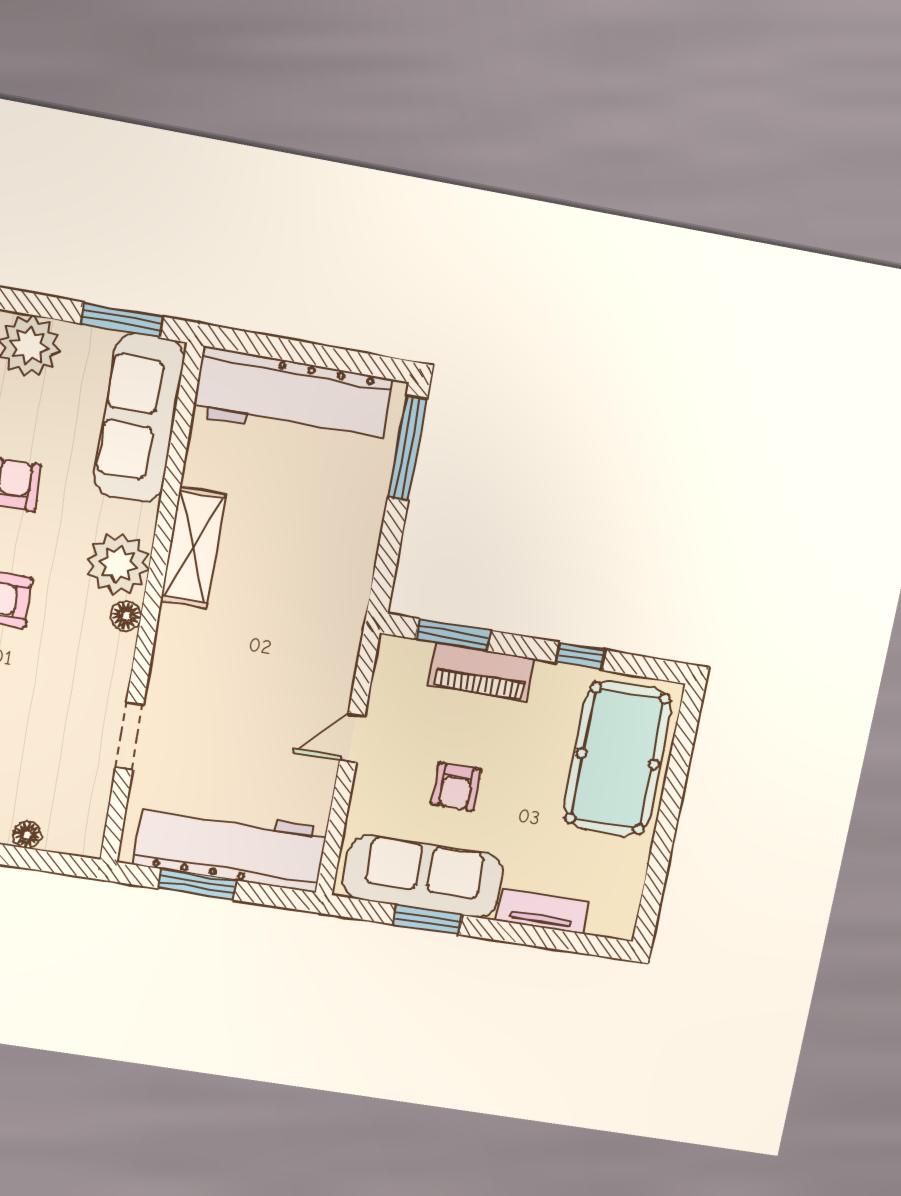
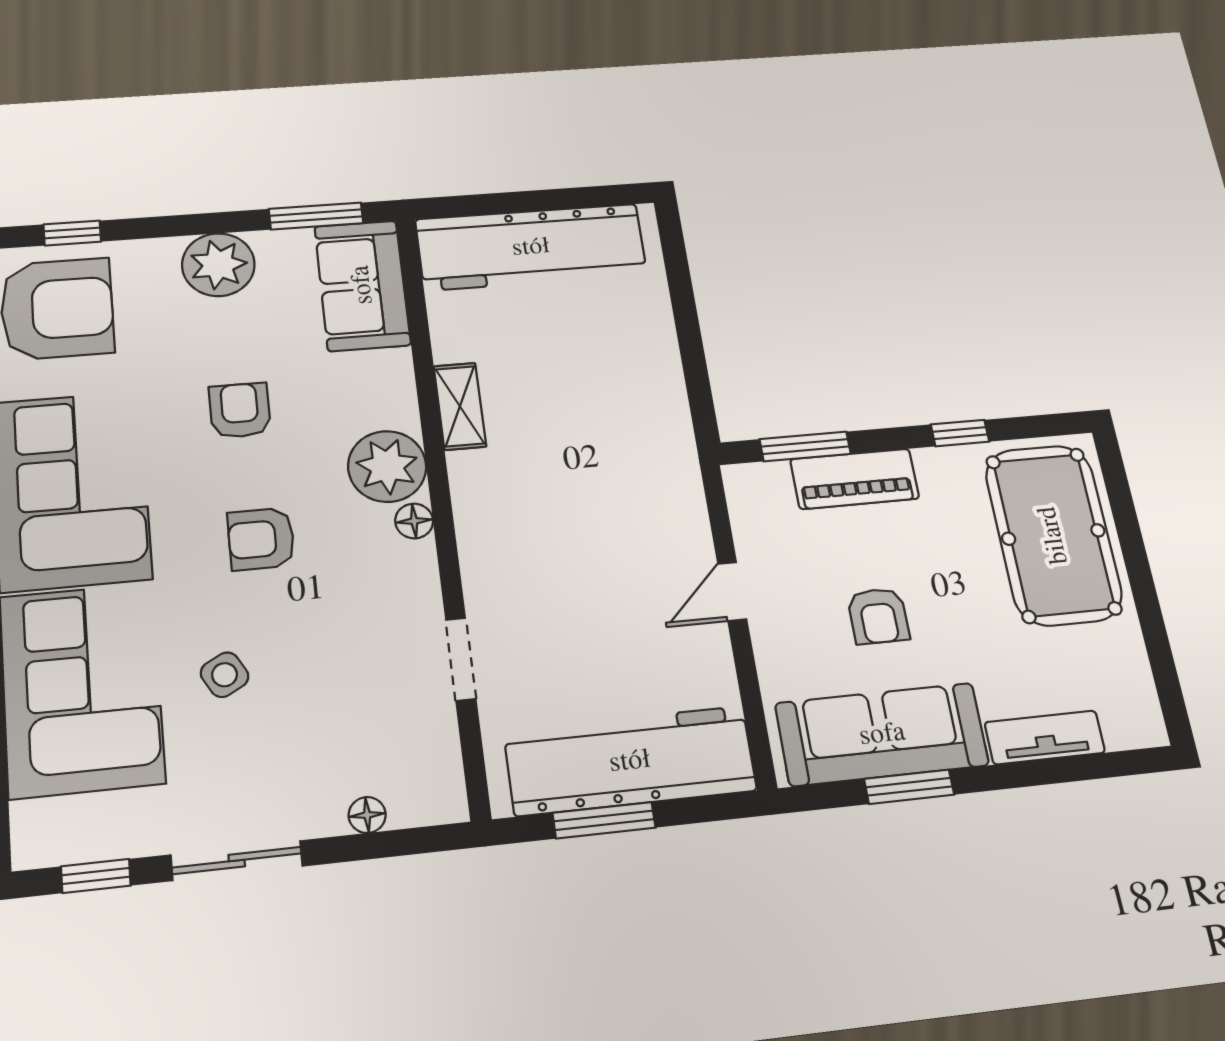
sofa: (139, 418) -> (362, 285), width x0.73
window: (407, 449) -> (677, 268), removed
shelving: (193, 547) -> (460, 406), width x0.67, depth x0.75

